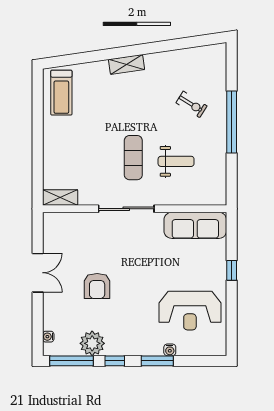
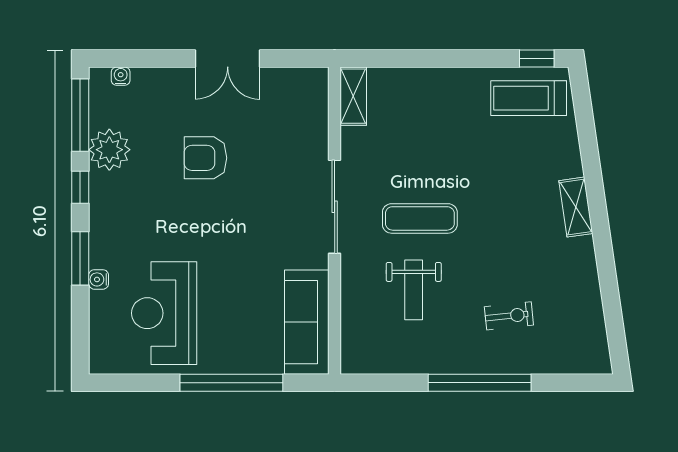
window: (38, 88) -> (537, 59), added
exercise bike: (192, 104) -> (509, 316), turned -128
window: (232, 270) -> (231, 383), width x3.17

